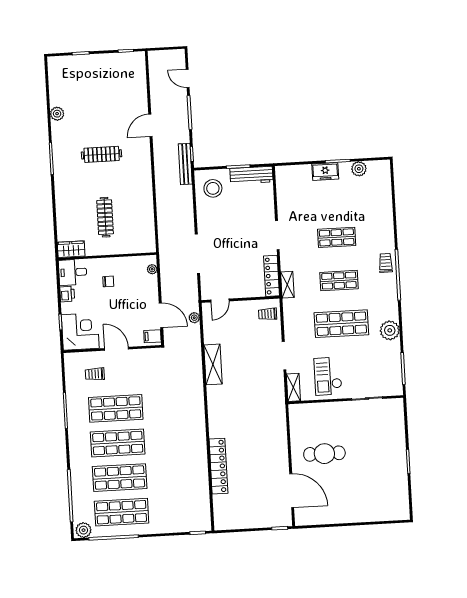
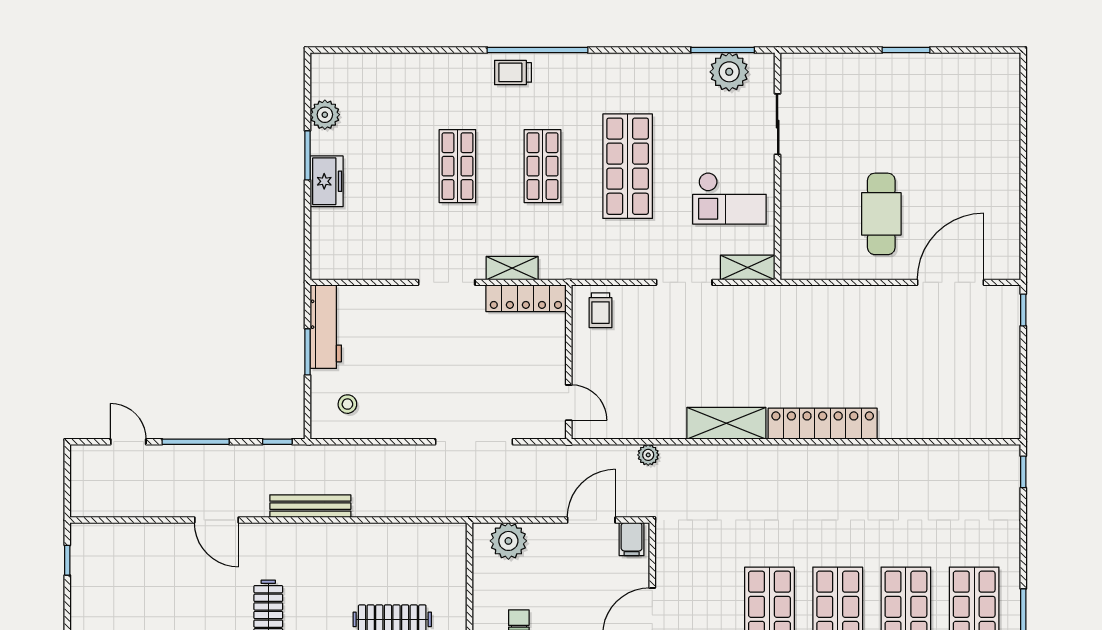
door: (188, 78) -> (128, 442), swing flipped
bench: (185, 164) -> (310, 506), moved
stool: (213, 188) -> (347, 404), width x0.53, depth x0.53
plant: (152, 269) -> (508, 541), width x1.88, depth x1.88
shelving: (287, 285) -> (512, 268), moved
plant: (194, 318) -> (648, 455), moved
plant: (390, 330) -> (729, 72), moved
shelving: (213, 364) -> (726, 423), moved
locker: (218, 466) -> (823, 424), moved

